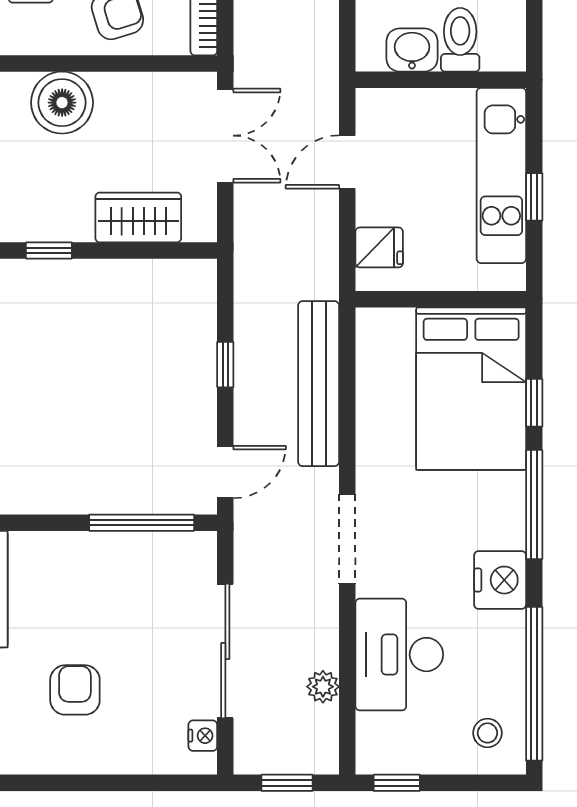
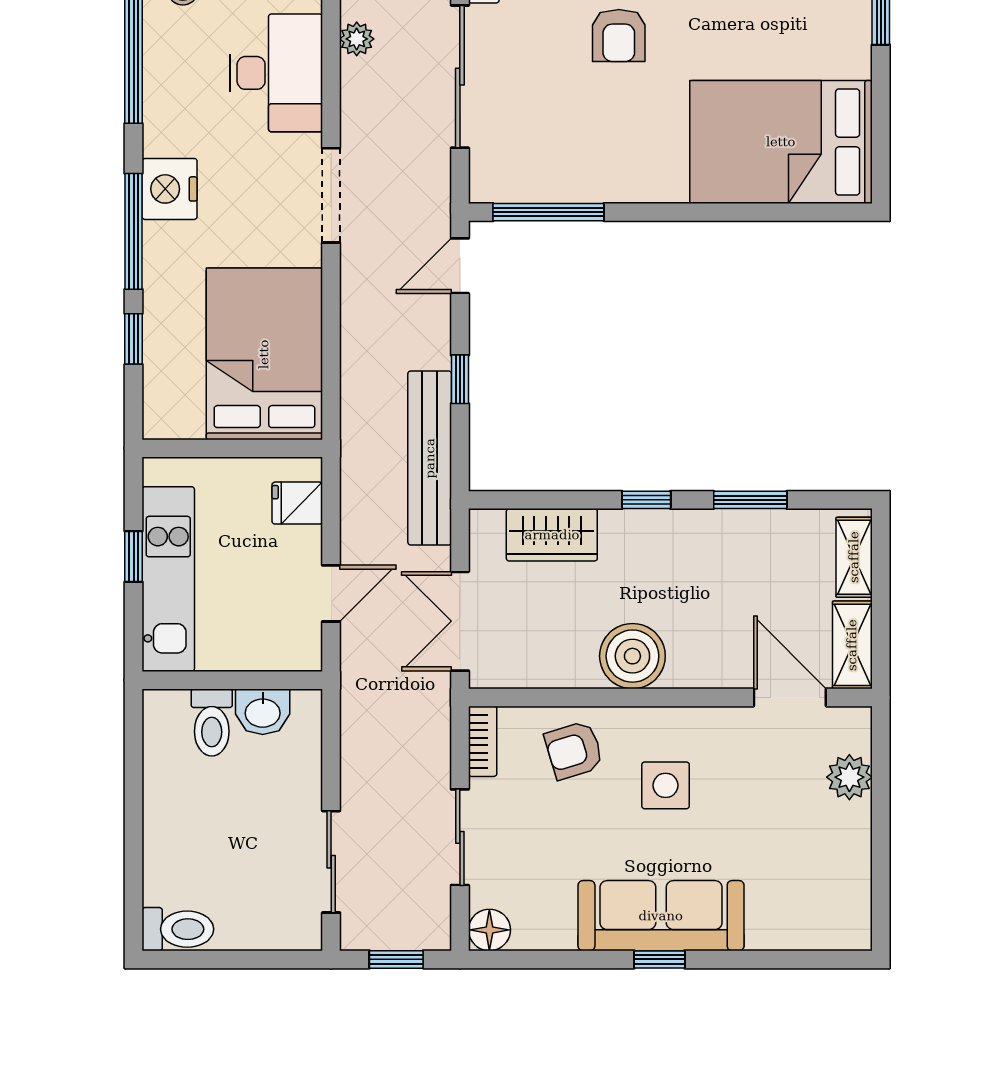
bench: (319, 384) -> (430, 458), moved
bed: (471, 389) -> (264, 354), moved
nightstand: (500, 580) -> (170, 189), moved

